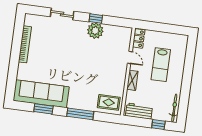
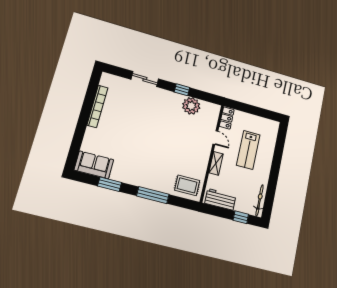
plant: (95, 31) -> (191, 106), moved
sofa: (41, 94) -> (94, 165), width x0.54, depth x0.79

